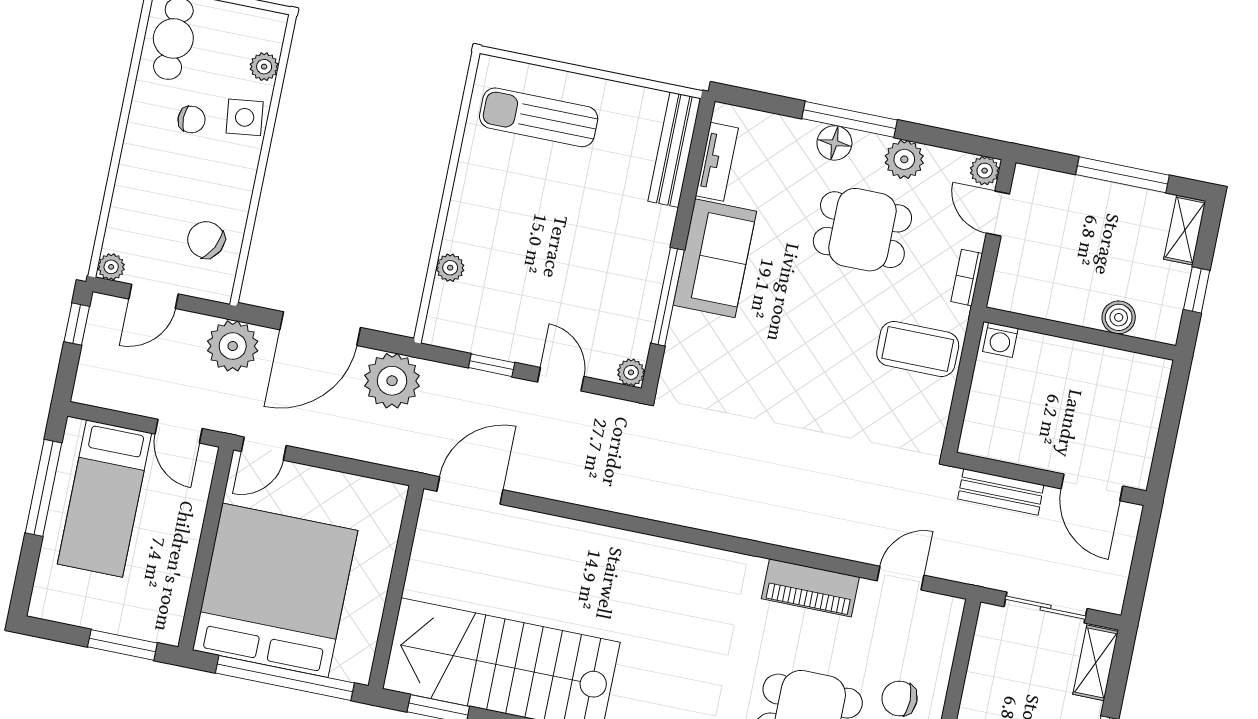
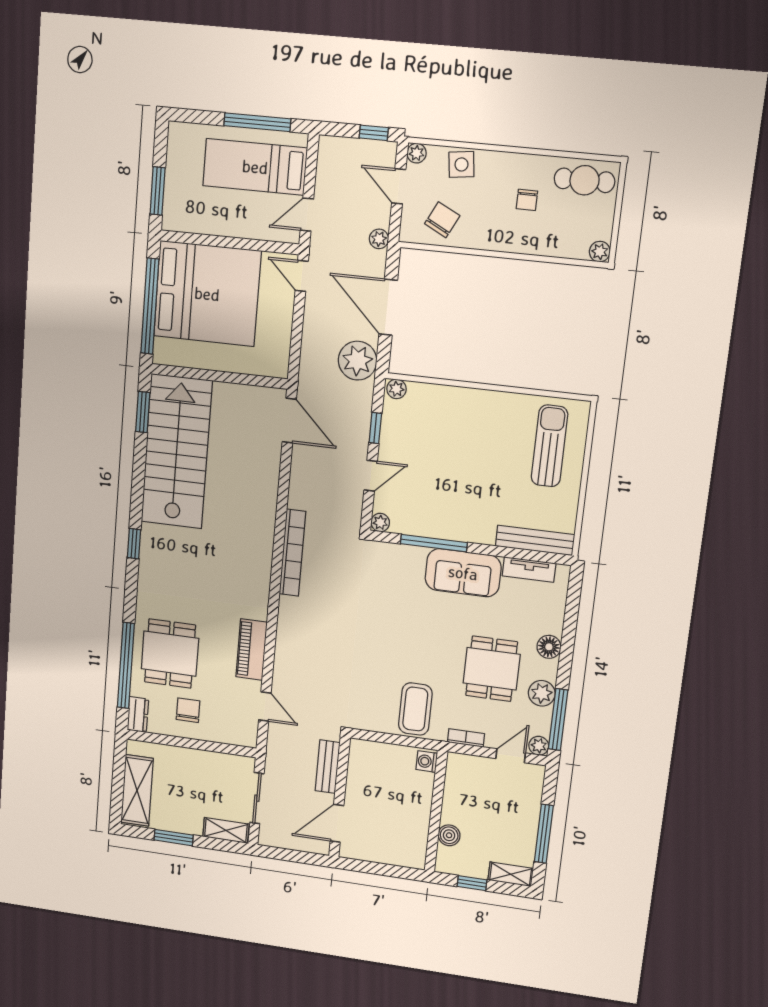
plant: (264, 67) -> (600, 252), moved
side table: (245, 117) -> (461, 164), moved
window: (850, 119) -> (558, 719), moved
plant: (450, 268) -> (396, 389), moved
plant: (233, 346) -> (379, 239), width x0.53, depth x0.53
bookcase: (667, 508) -> (292, 553), added

